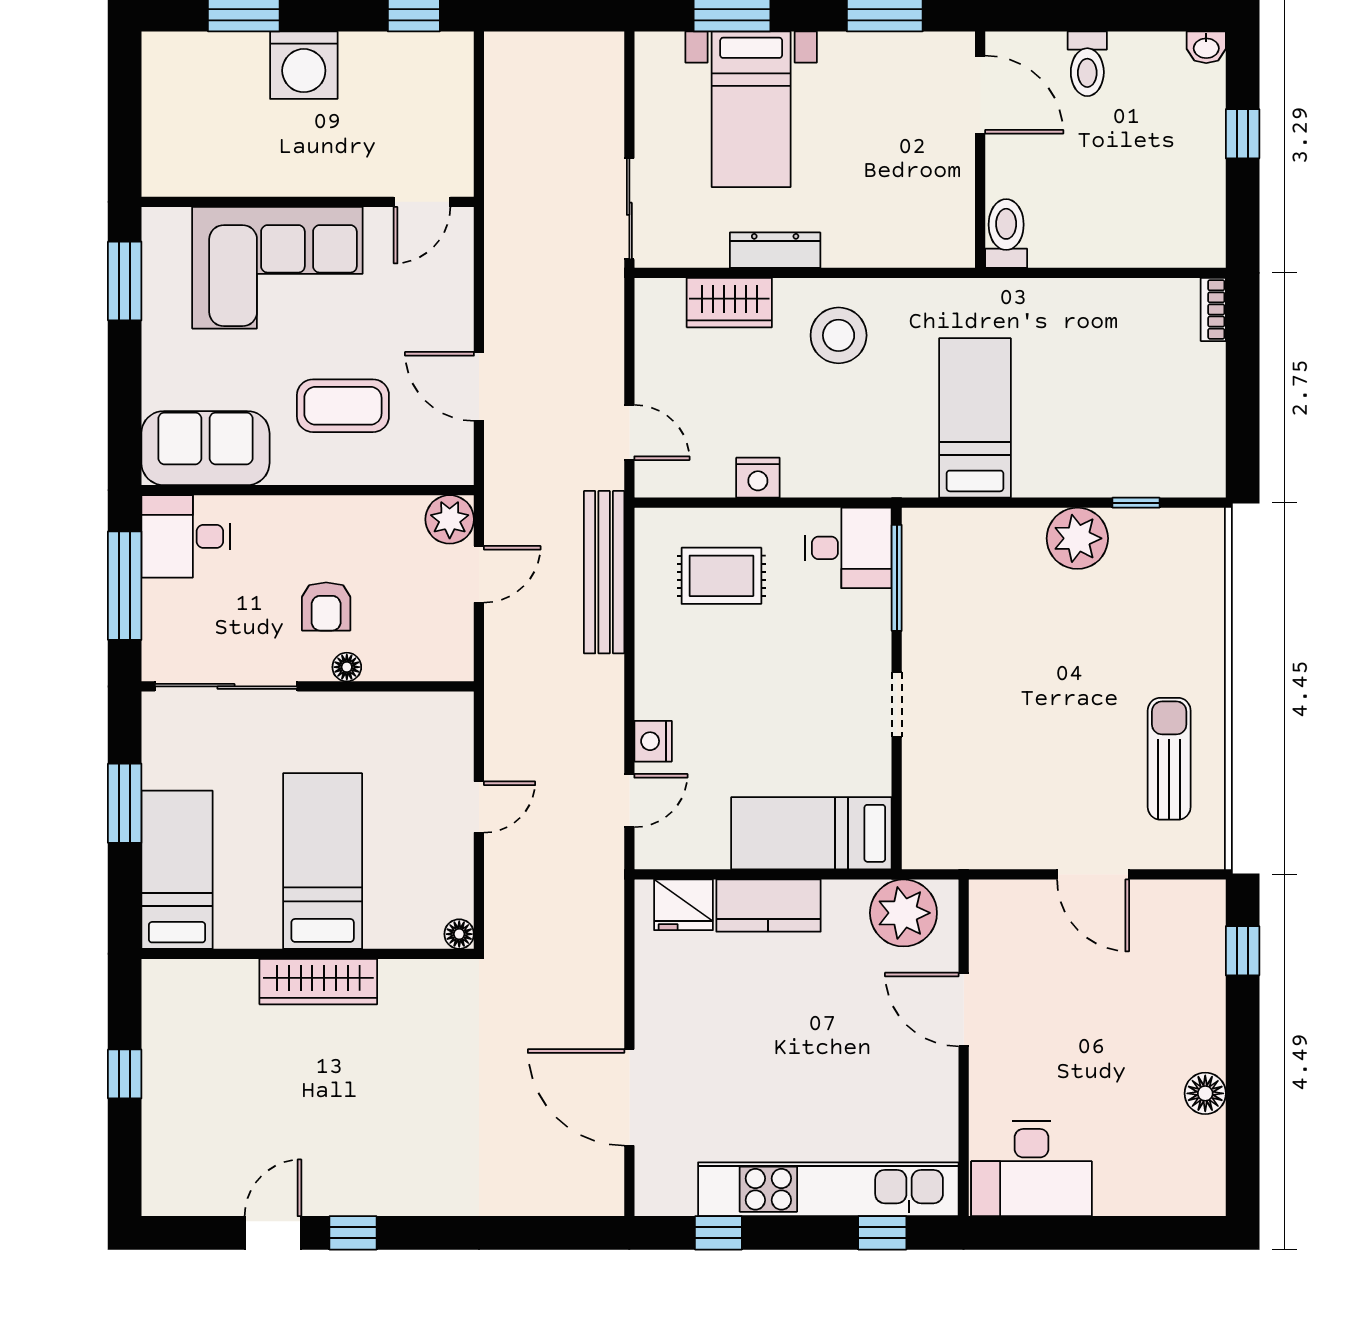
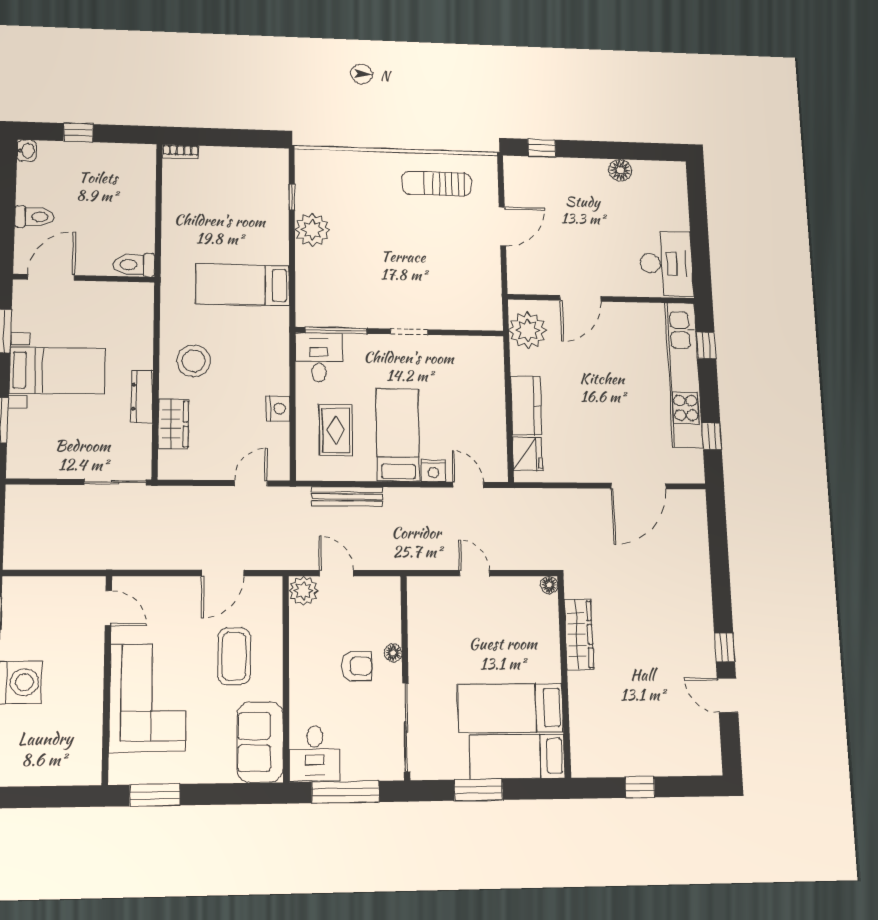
bed with nightstands: (751, 109) -> (57, 371), moved
bench: (604, 572) -> (347, 497), width x0.73, depth x0.82
bed: (811, 833) -> (398, 435), moved, turned 180
bed: (323, 861) -> (511, 708), moved
wardrobe: (318, 982) -> (579, 634), moved

